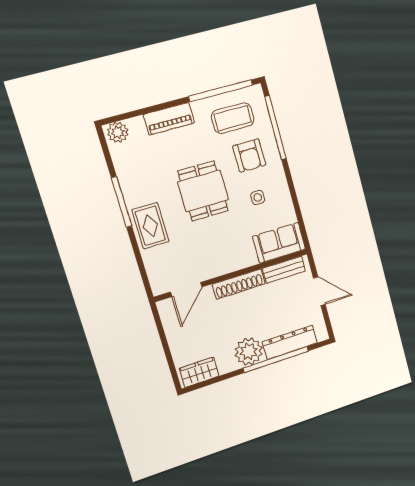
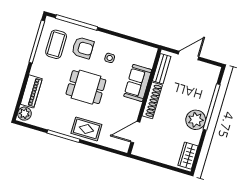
piano: (169, 119) -> (31, 91), moved
sofa: (279, 243) -> (138, 83), moved
door: (186, 289) -> (135, 132), swing flipped
dresser: (290, 342) -> (207, 92), removed

